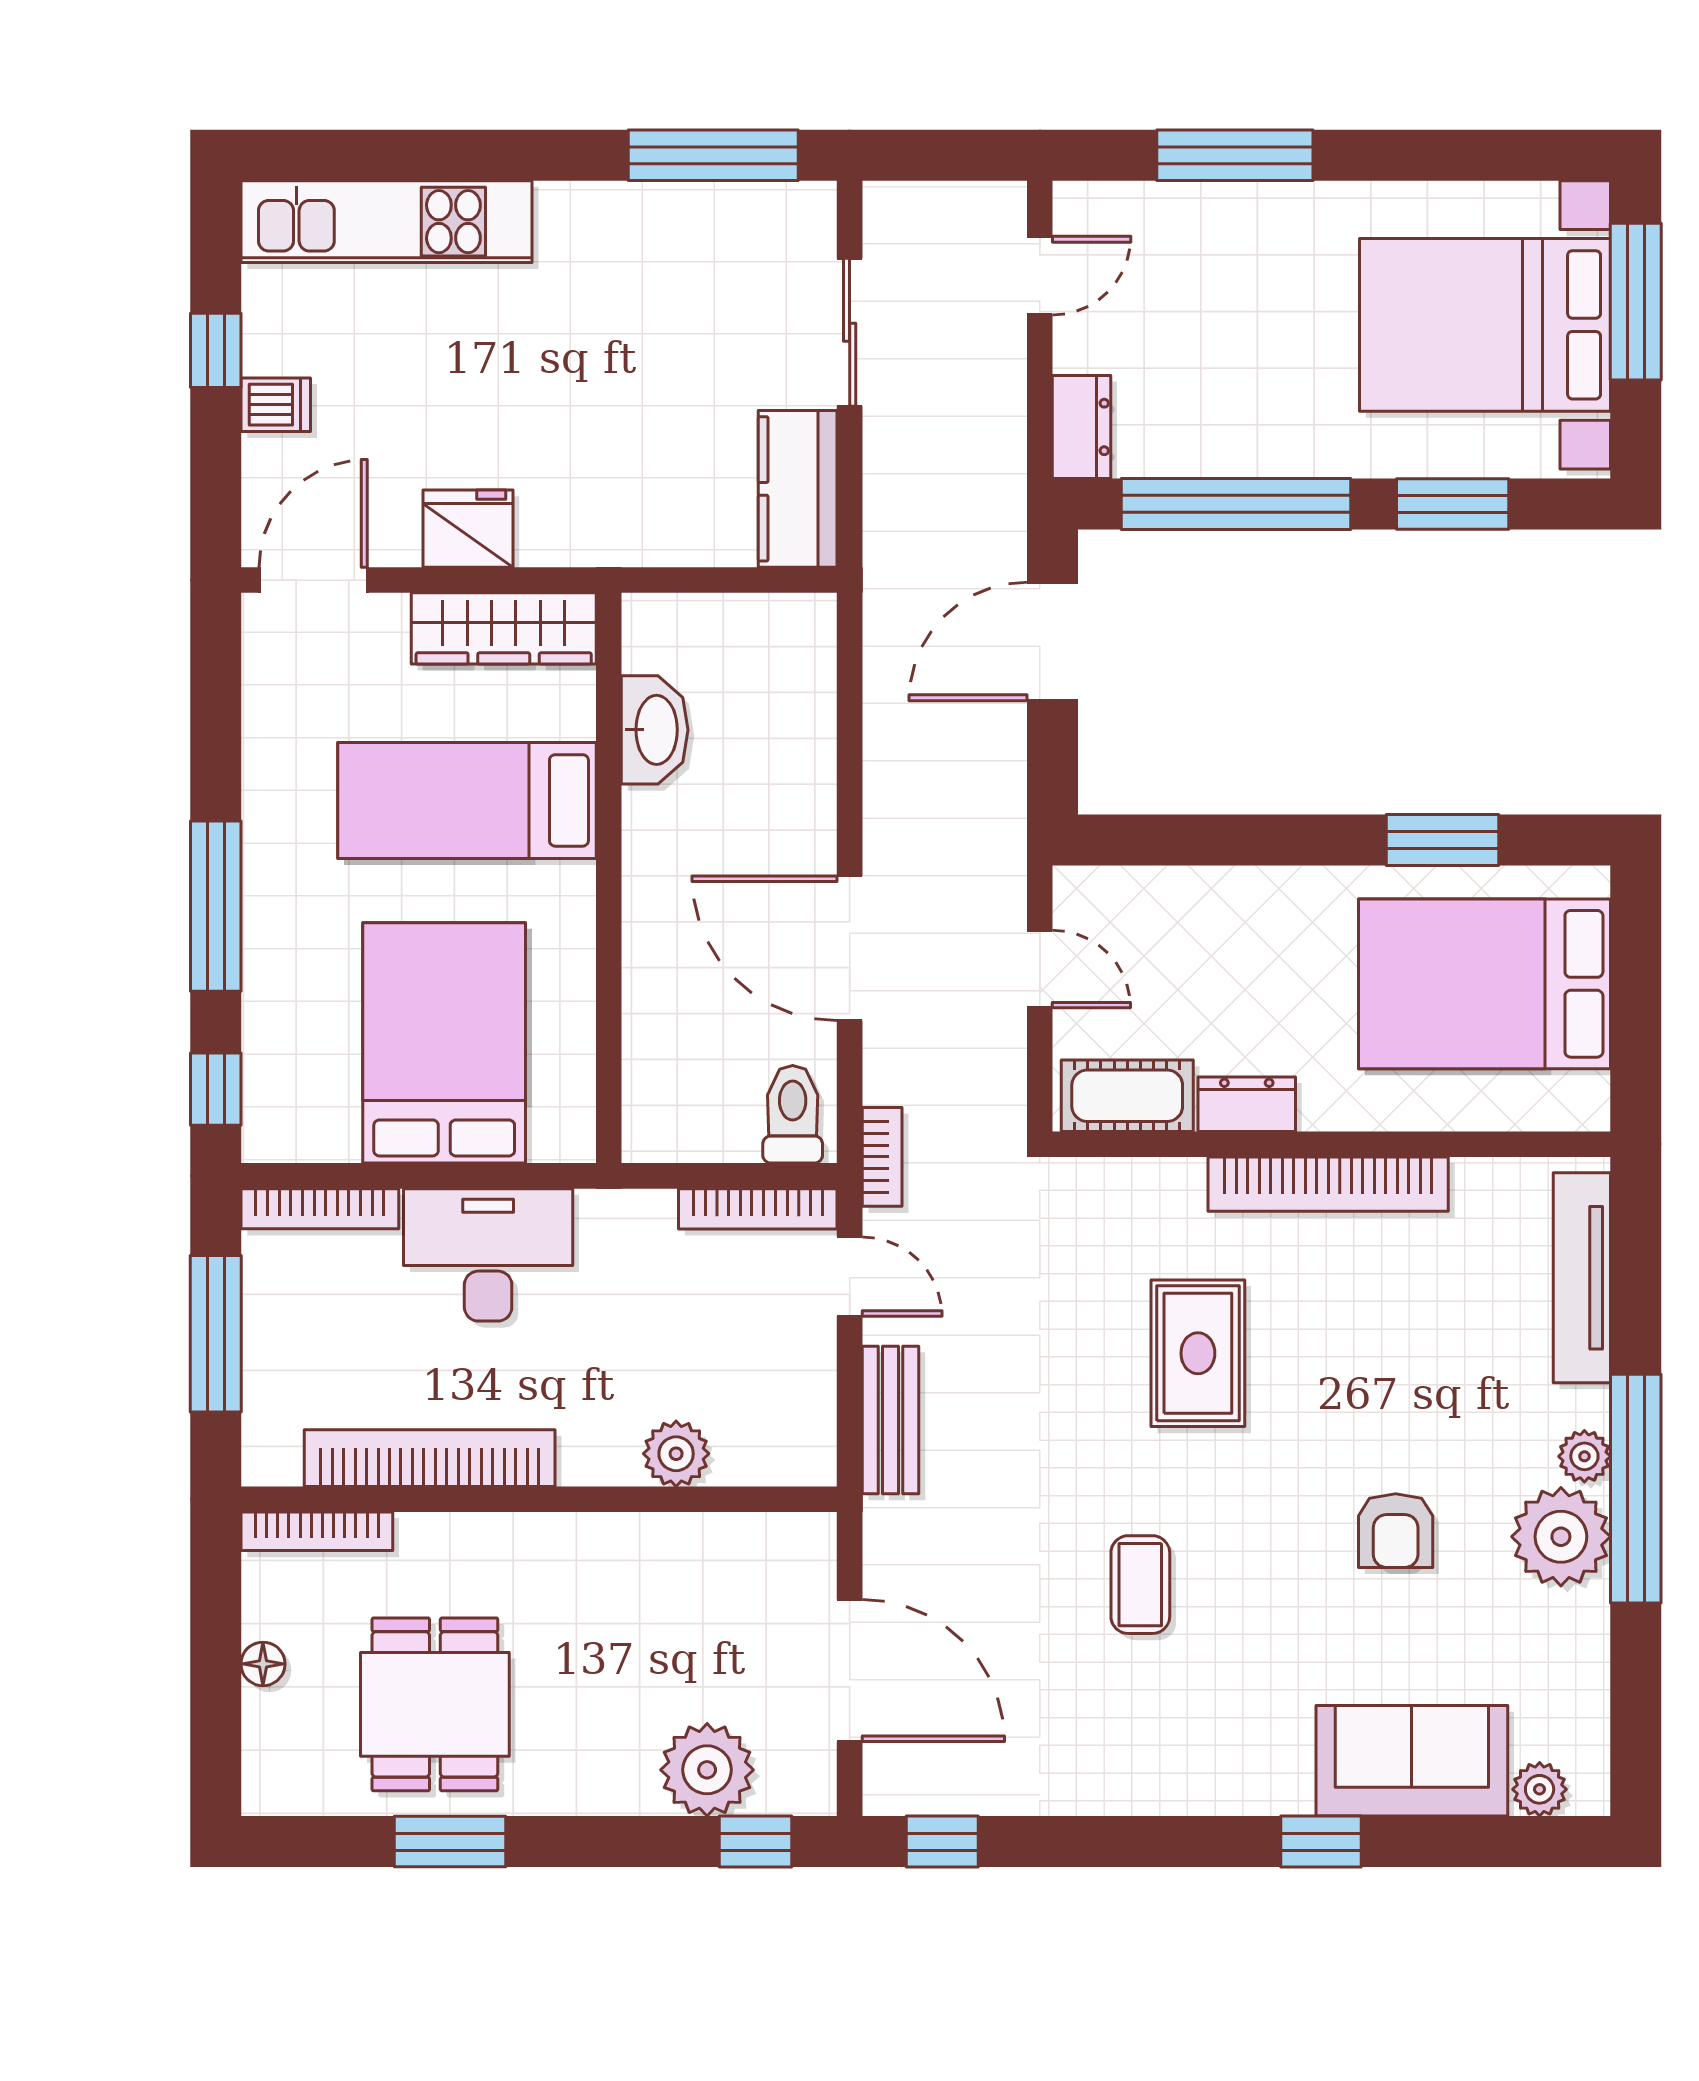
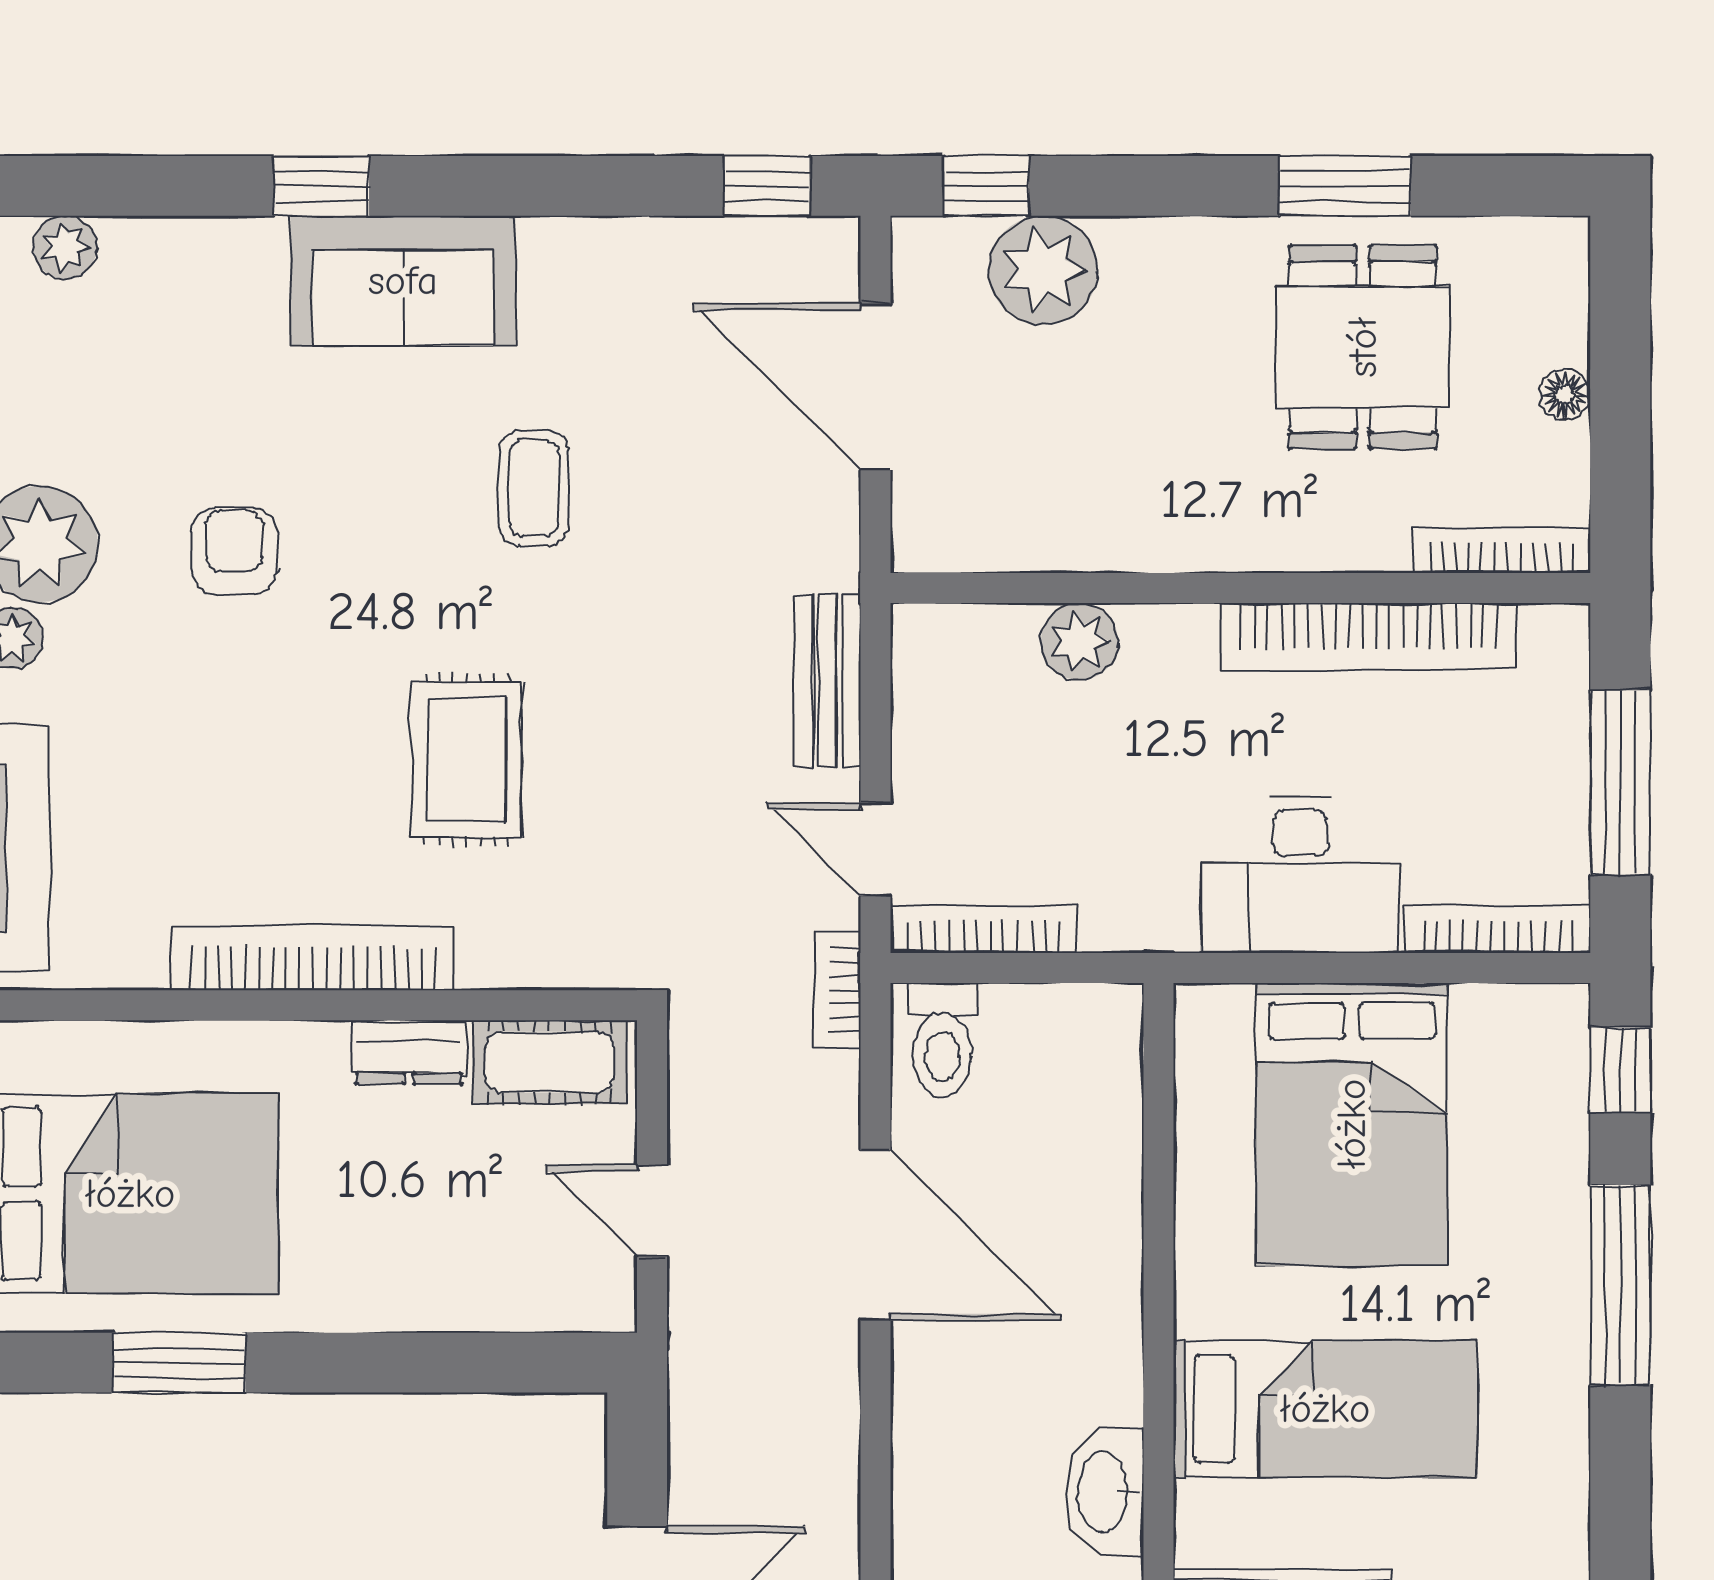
sofa: (1412, 1761) -> (403, 281), moved

